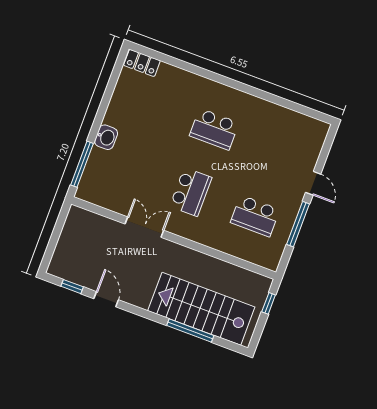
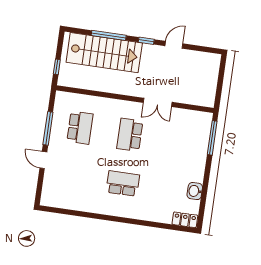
washbasin: (106, 137) -> (195, 191), moved
school desk: (255, 216) -> (80, 128), turned 90
window: (72, 287) -> (146, 41), moved
door: (106, 299) -> (174, 45), swing flipped

